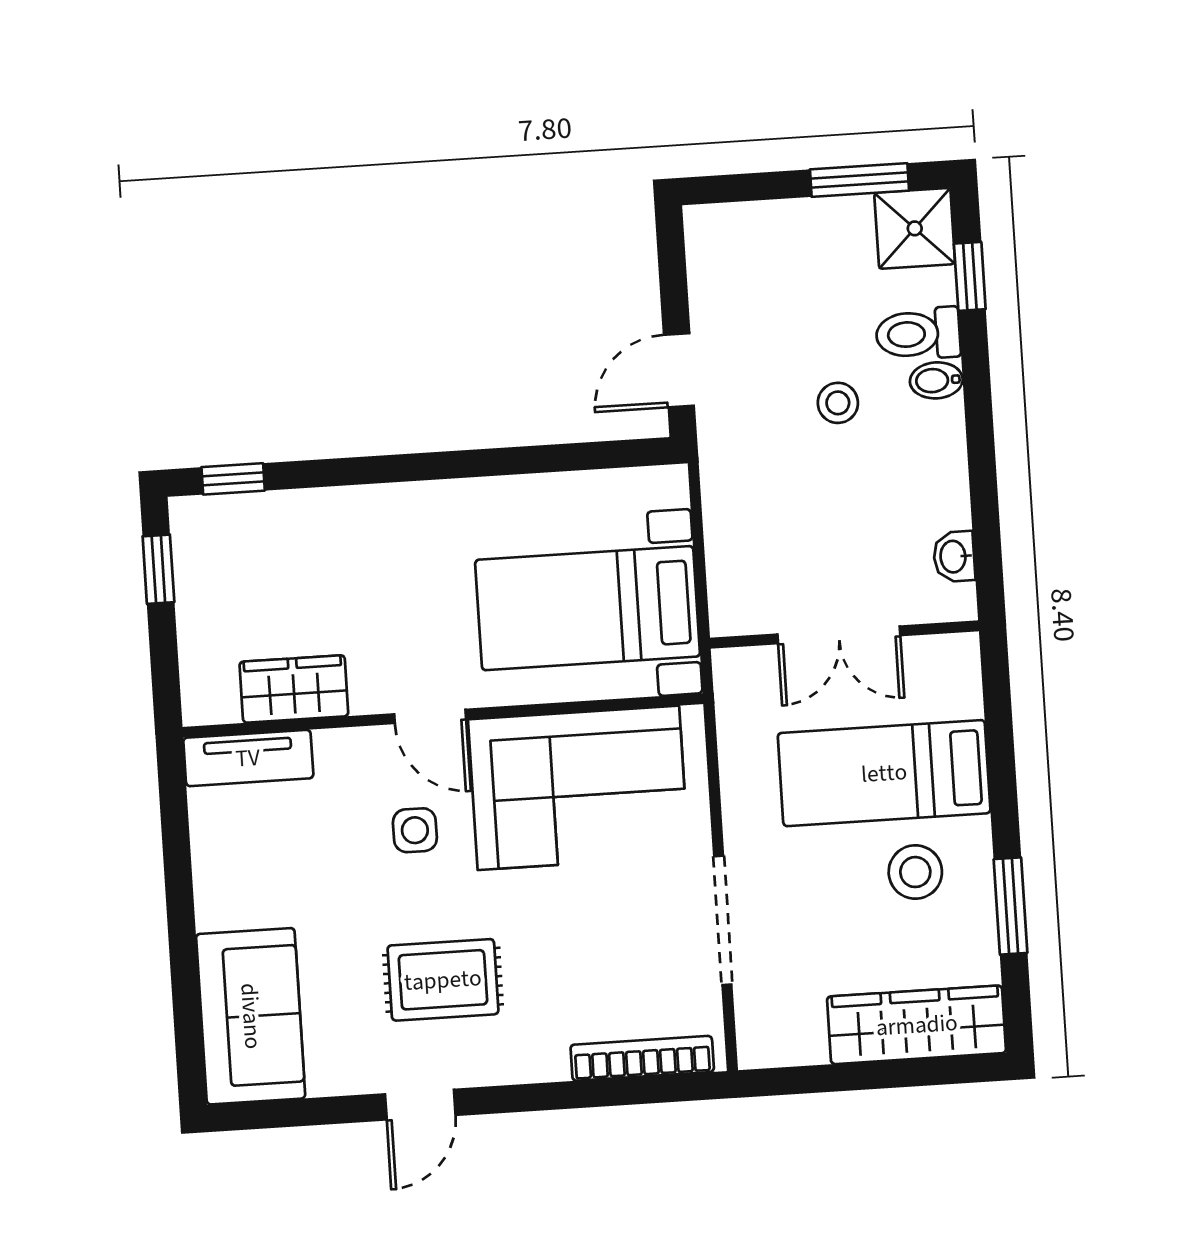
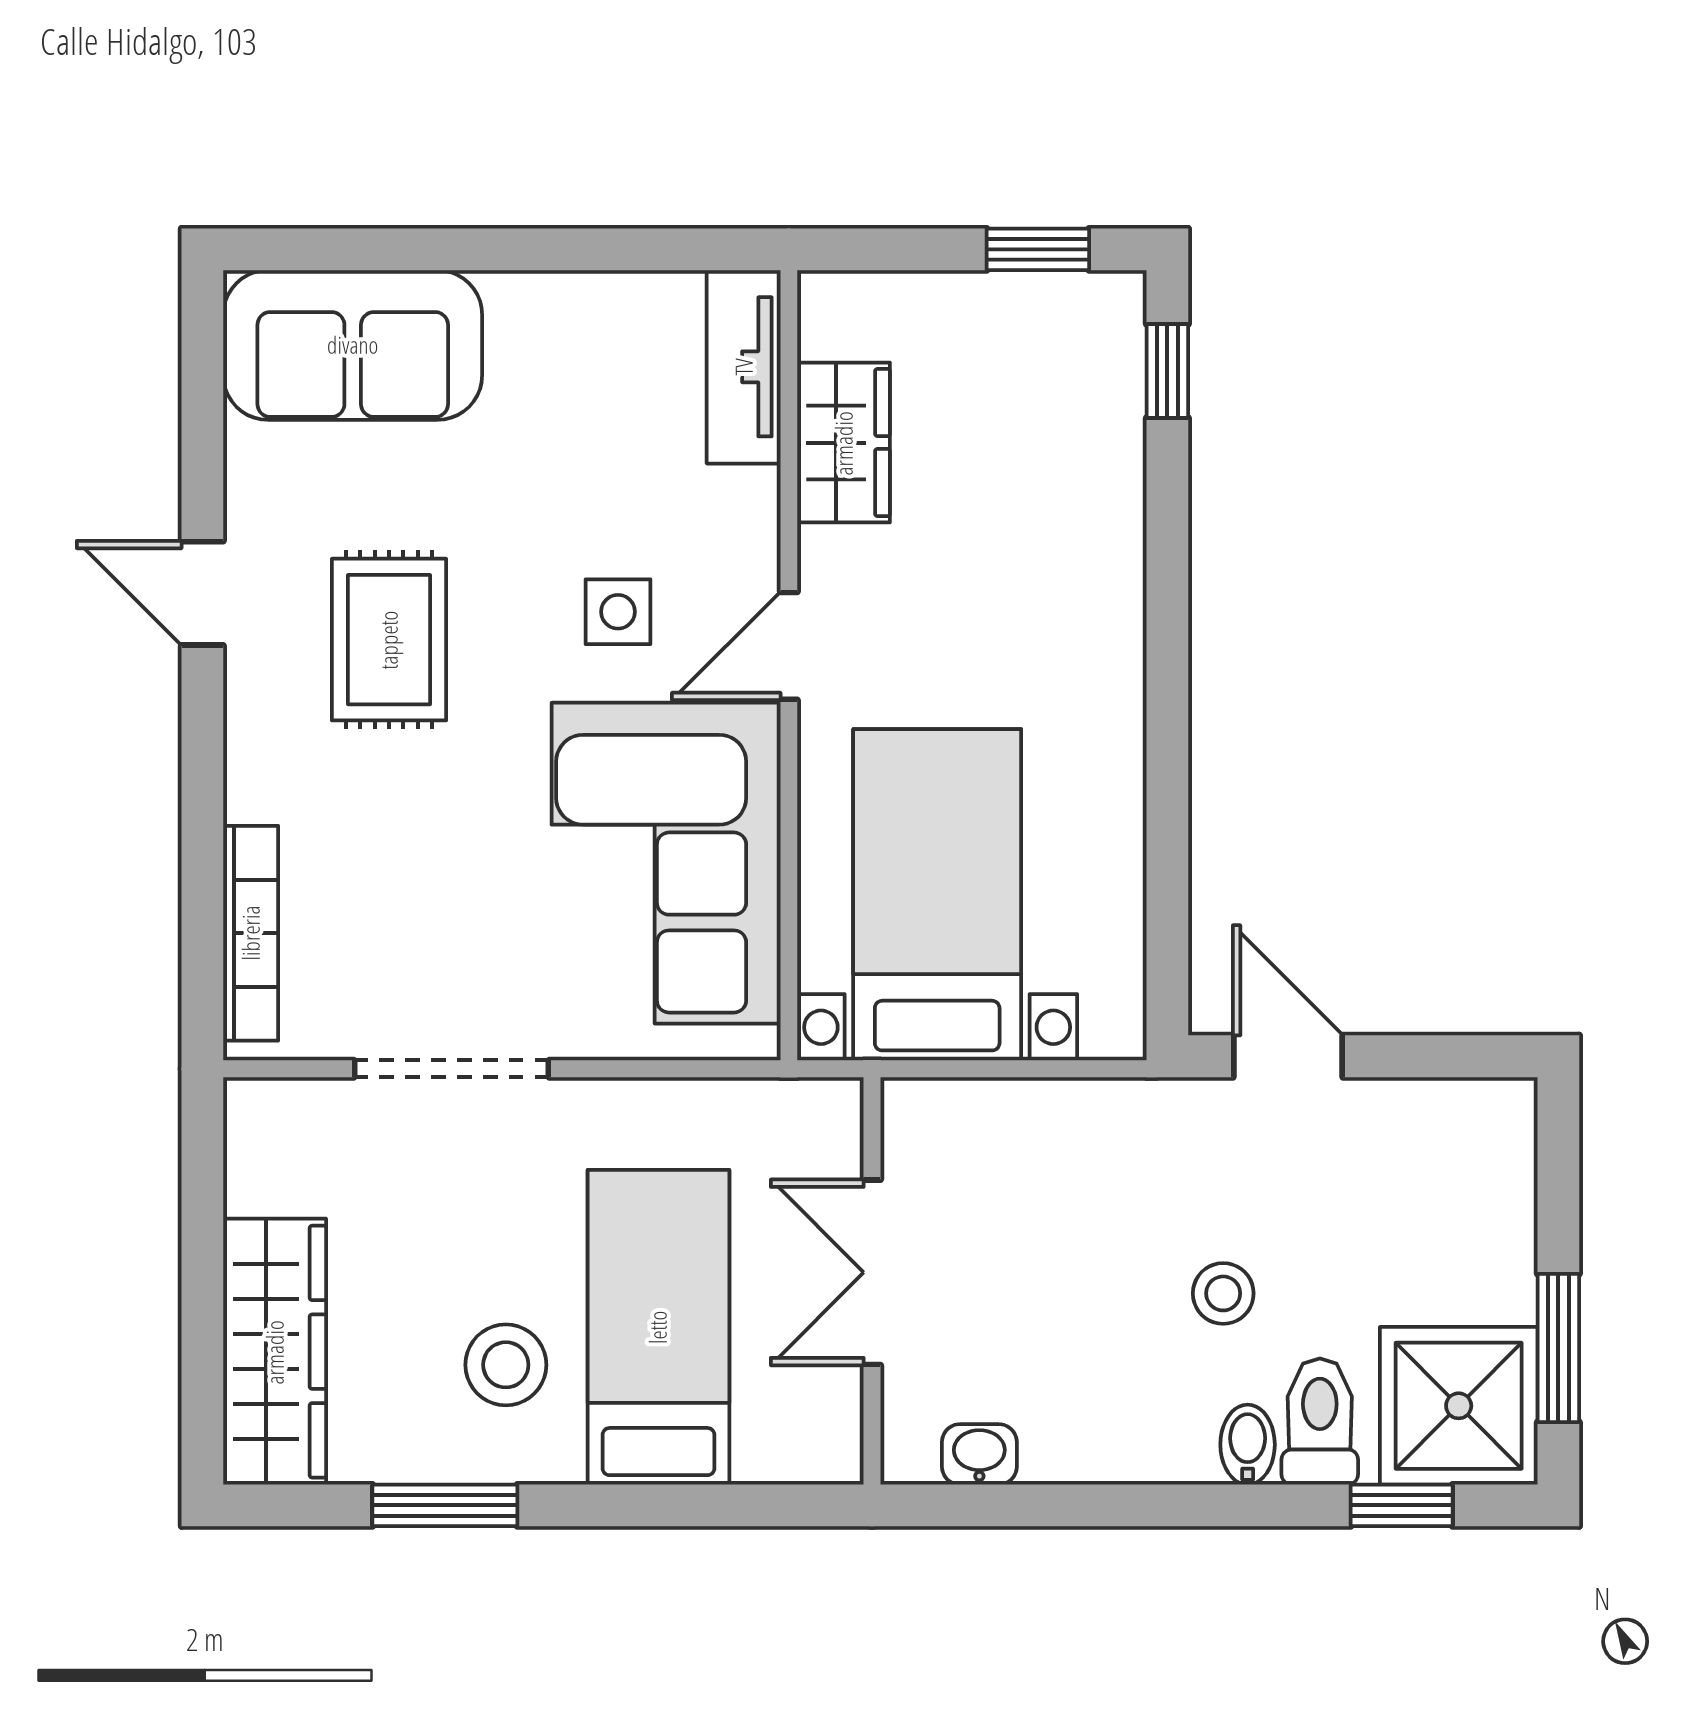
shower: (915, 228) -> (1459, 1406), width x1.36, depth x1.36

